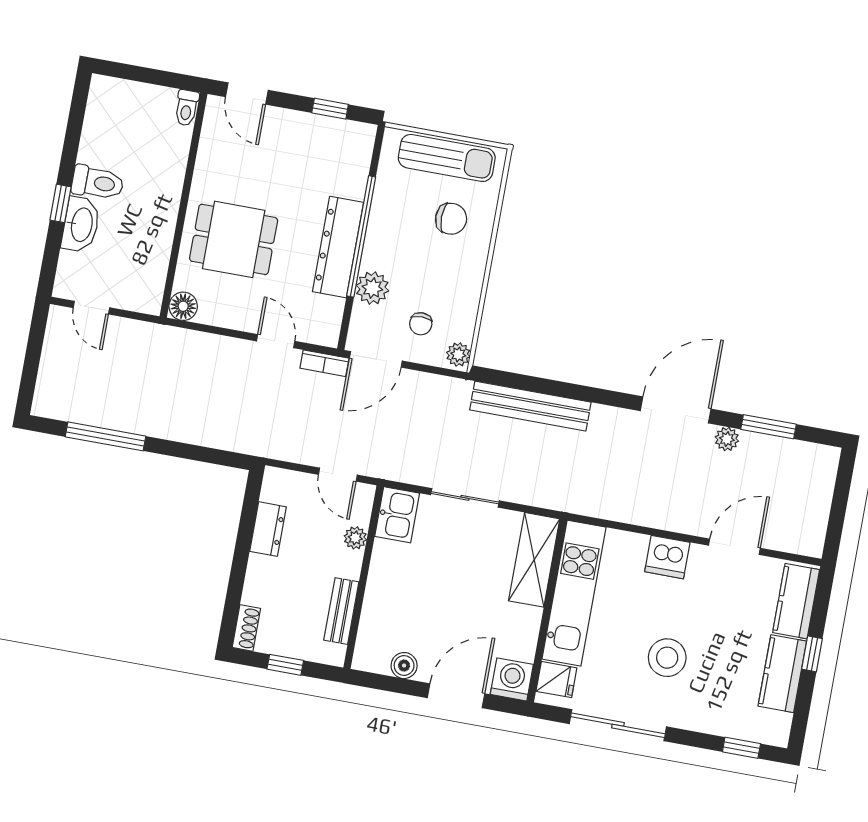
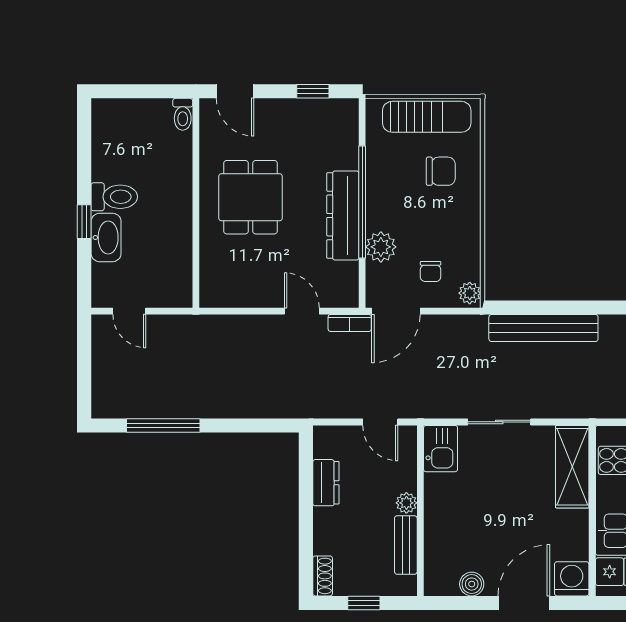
dining table: (234, 239) -> (250, 197), moved, turned 90
floor lamp: (183, 306) -> (212, 295), removed
plant: (355, 538) -> (406, 503), moved

